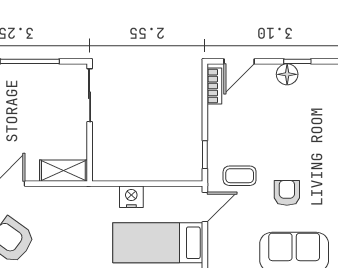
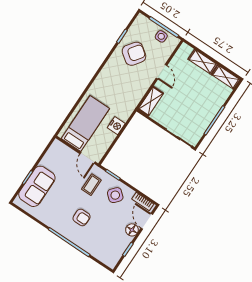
floor lamp: (287, 74) -> (132, 230), moved
side table: (232, 132) -> (115, 195), added
armchair: (287, 193) -> (82, 217), moved

